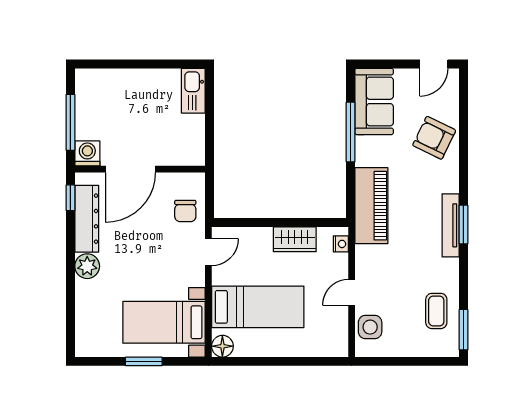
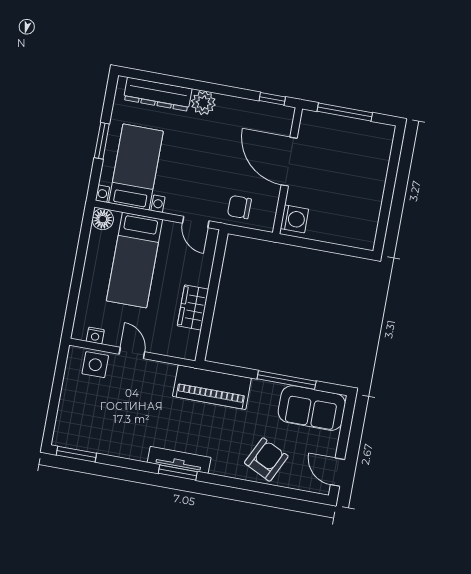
kitchen sink: (193, 91) -> (354, 236), removed
washing machine: (87, 153) -> (294, 219), moved
dresser: (87, 219) -> (158, 94), moved
nightstand: (341, 244) -> (95, 336), moved
coffee table: (436, 311) -> (99, 431), removed

